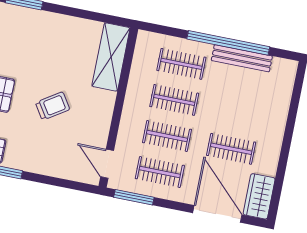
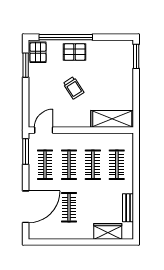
window: (228, 43) -> (136, 192), removed
bench: (242, 58) -> (128, 208), width x0.73
wardrobe: (259, 196) -> (108, 231), moved

